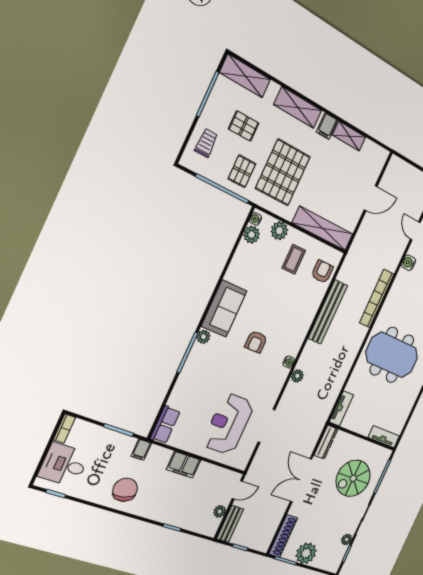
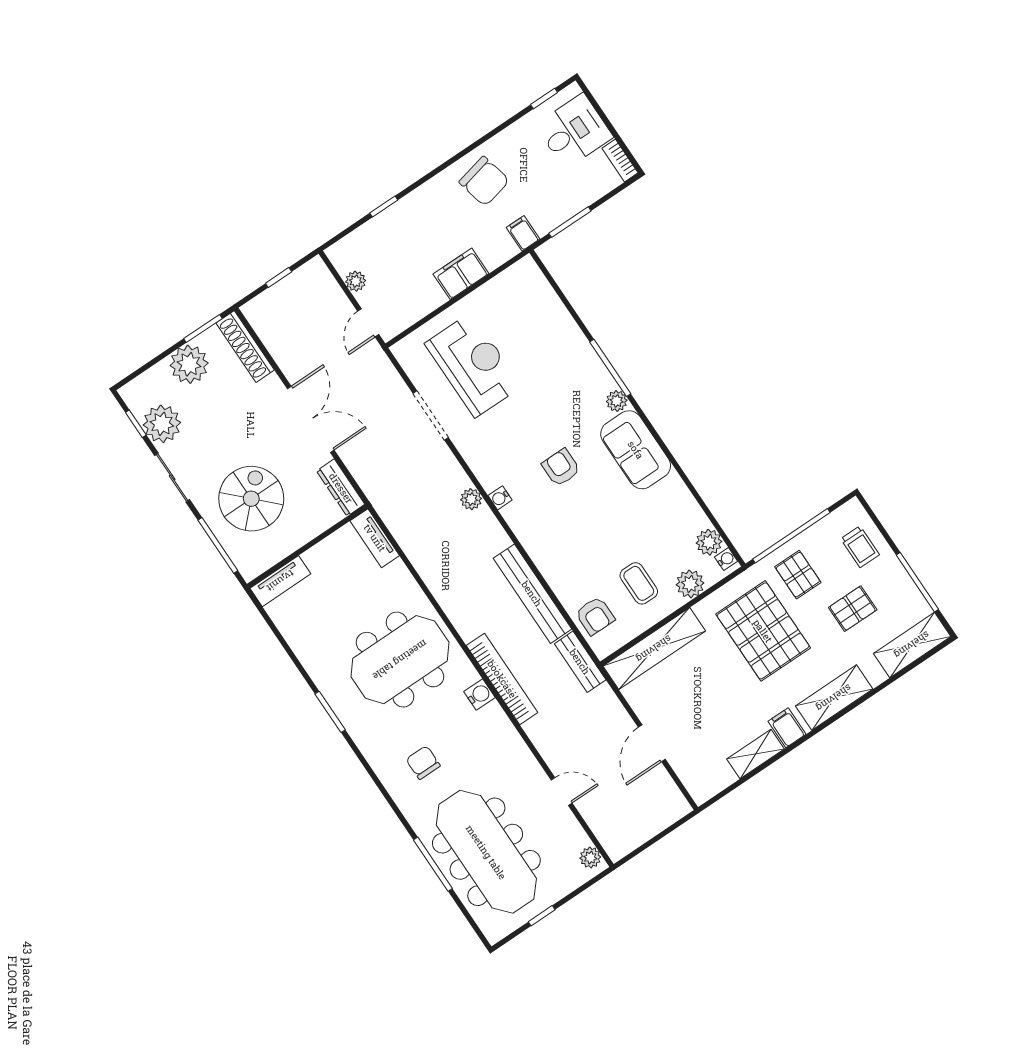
water cooler: (409, 263) -> (479, 695), moved
row of seats: (165, 425) -> (534, 283), removed
bench: (230, 524) -> (580, 662), moved
plant: (347, 540) -> (162, 424), width x1.88, depth x1.88

